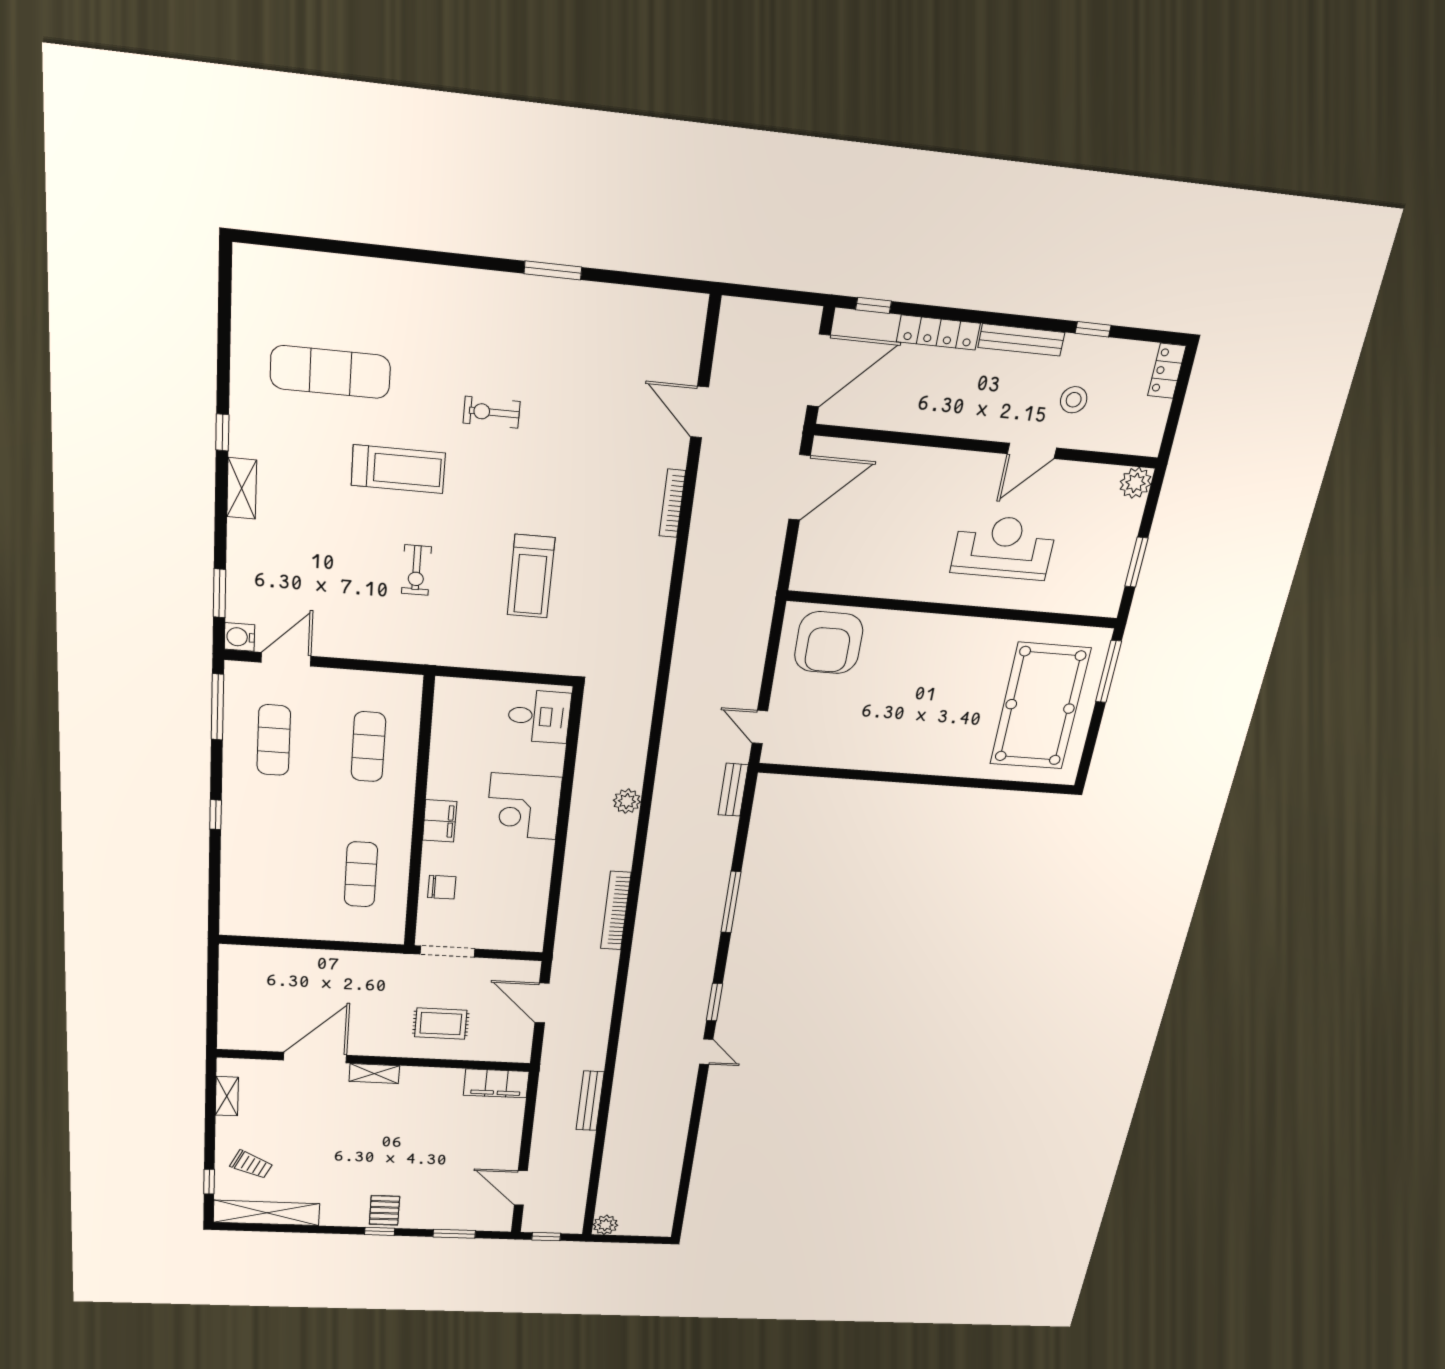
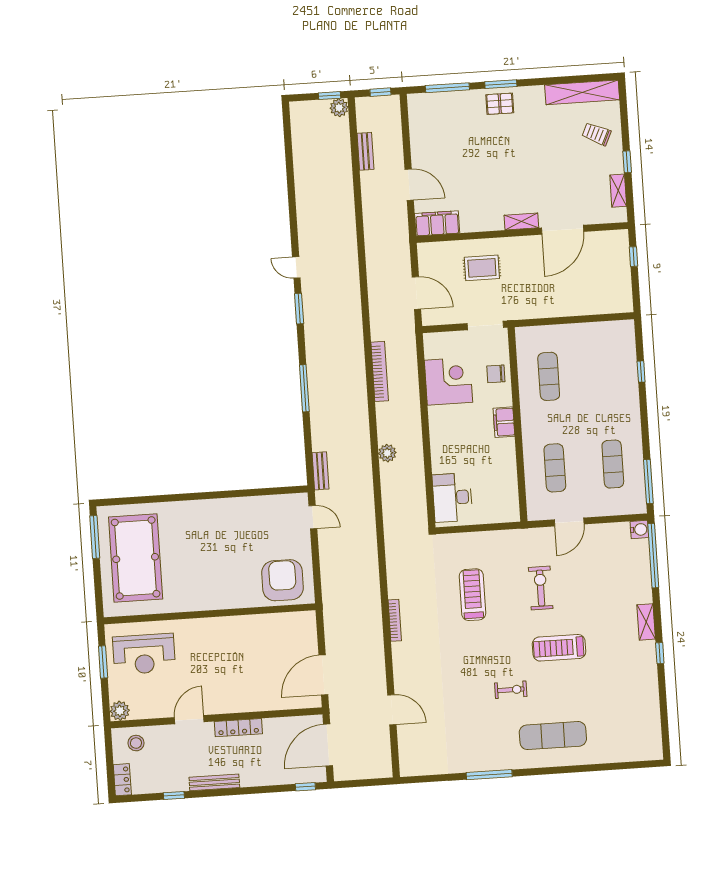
window: (553, 270) -> (489, 775), width x1.44
locker: (938, 332) -> (238, 728), moved, turned 180
exercise mat: (330, 372) -> (553, 736), moved
stool: (1074, 400) -> (136, 743), moved
bookcase: (672, 503) -> (395, 620), moved
reception desk: (1004, 547) -> (144, 654), moved
exercise bike: (416, 570) -> (541, 588), width x1.38, depth x1.39
window: (220, 593) -> (653, 556), width x2.11
door: (286, 659) -> (569, 522), moved
window: (1108, 672) -> (95, 537), moved
desk: (539, 716) -> (452, 498), width x1.37
corner desk: (524, 806) -> (448, 381), moved
window: (216, 815) -> (641, 372), moved
window: (212, 1014) -> (633, 257), added
bench: (590, 1101) -> (365, 151), moved, width x0.73
window: (209, 1182) -> (627, 162), moved
door: (521, 1188) -> (409, 185), moved
pallet: (385, 1210) -> (500, 104), turned 90
window: (380, 1231) -> (501, 84), width x1.50
window: (454, 1234) -> (447, 88), width x1.44
window: (615, 1239) -> (330, 96), added

